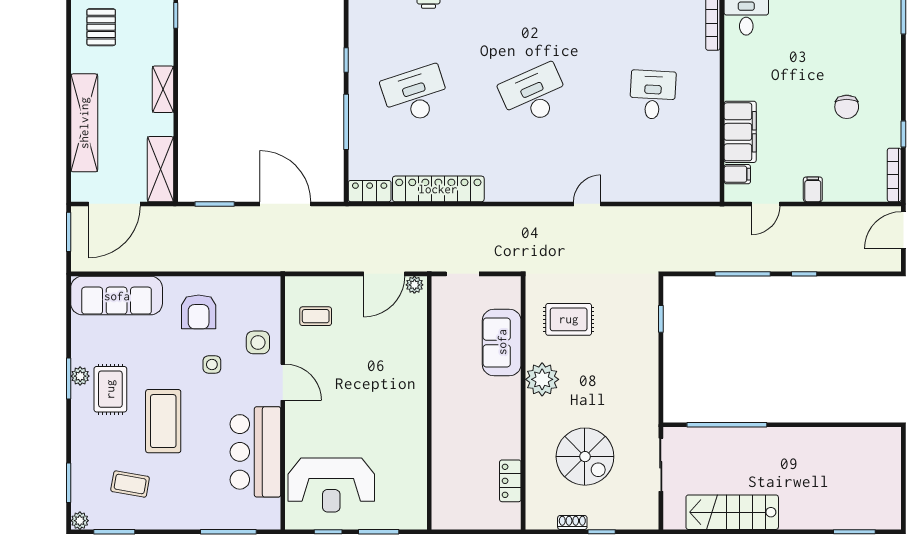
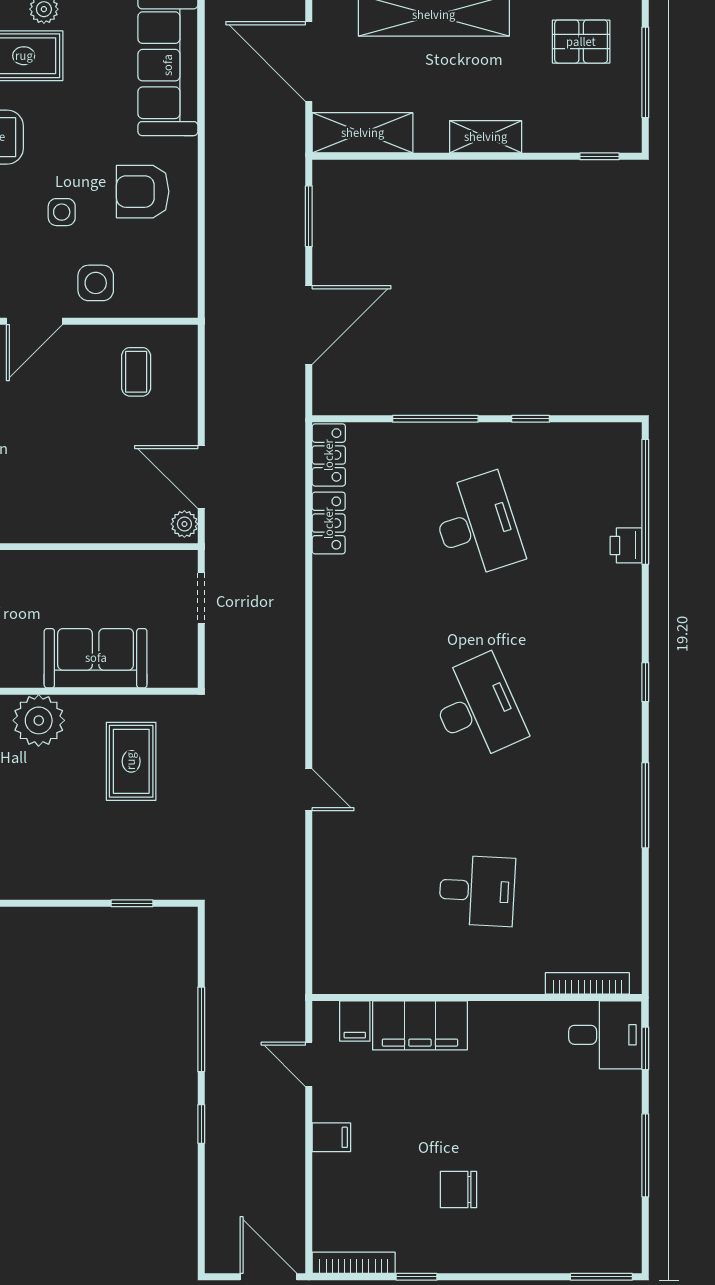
locker: (438, 189) -> (329, 523), width x0.46, depth x0.83

